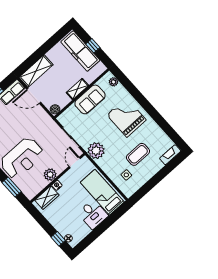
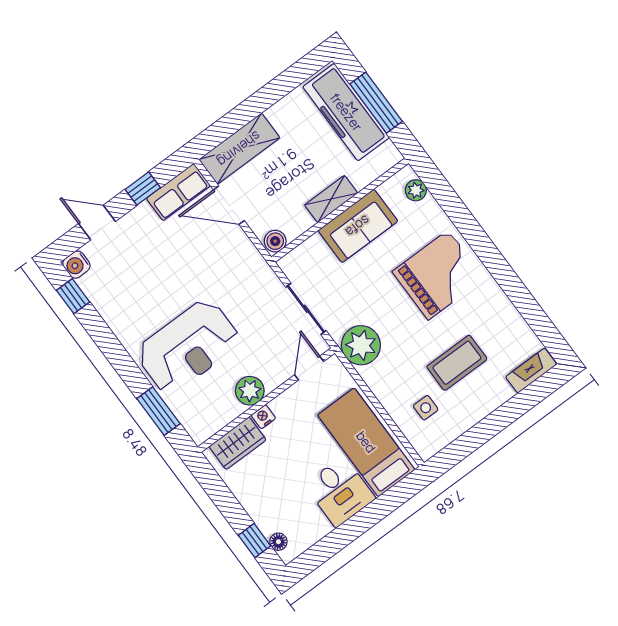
window: (93, 46) -> (376, 103), width x2.17
grand piano: (126, 117) -> (438, 275), turned 90

